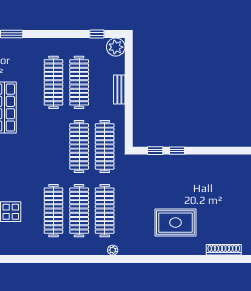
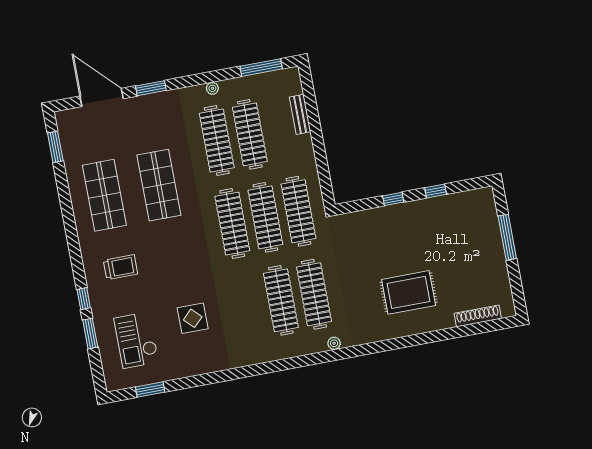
window: (97, 34) -> (261, 68), width x2.17
plant: (116, 47) -> (212, 88), moved, width x0.53, depth x0.53
bench: (119, 90) -> (300, 114), moved
window: (155, 151) -> (436, 191), moved
clothes rail: (53, 211) -> (232, 224), moved

